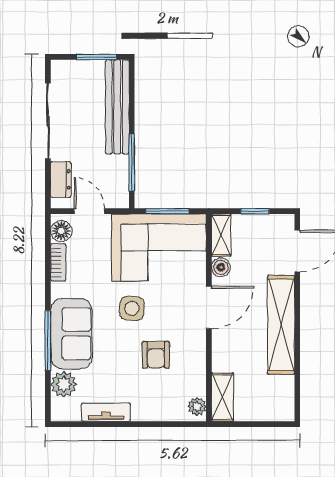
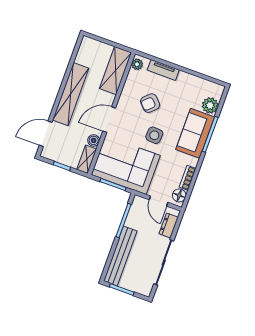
armchair: (156, 355) -> (150, 103), turned -134
shelving: (222, 397) -> (116, 71), width x1.50, depth x1.33
tv unit: (106, 412) -> (163, 70), moved

